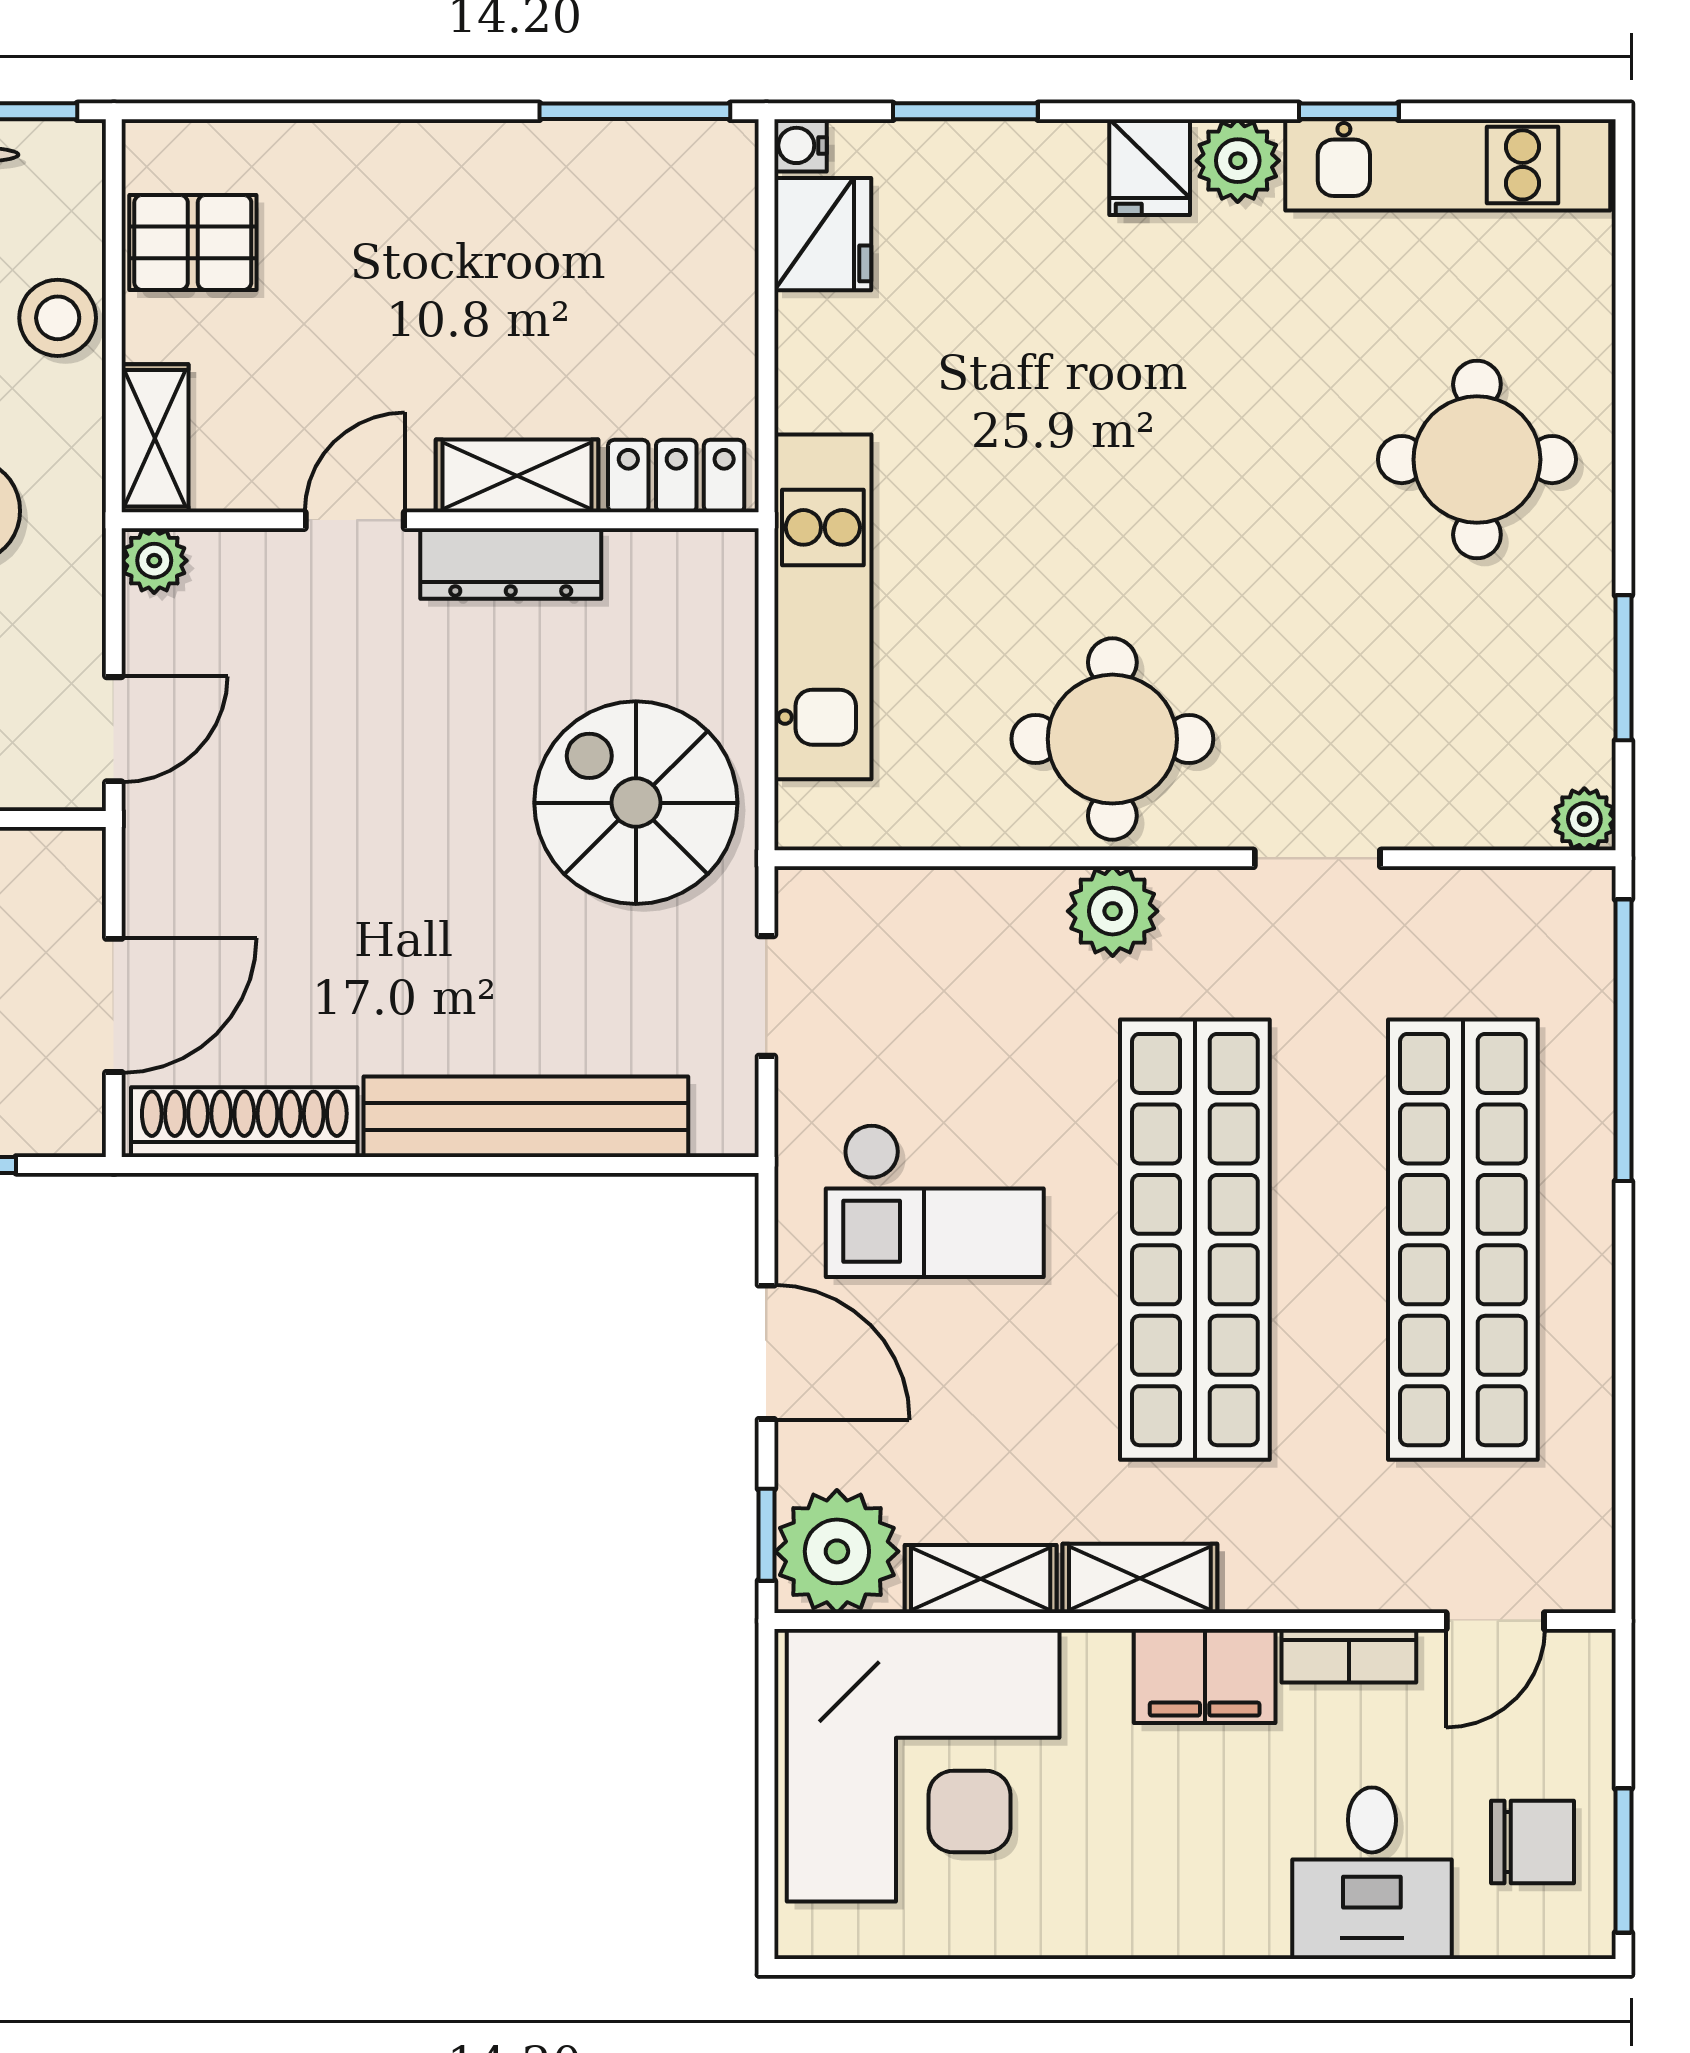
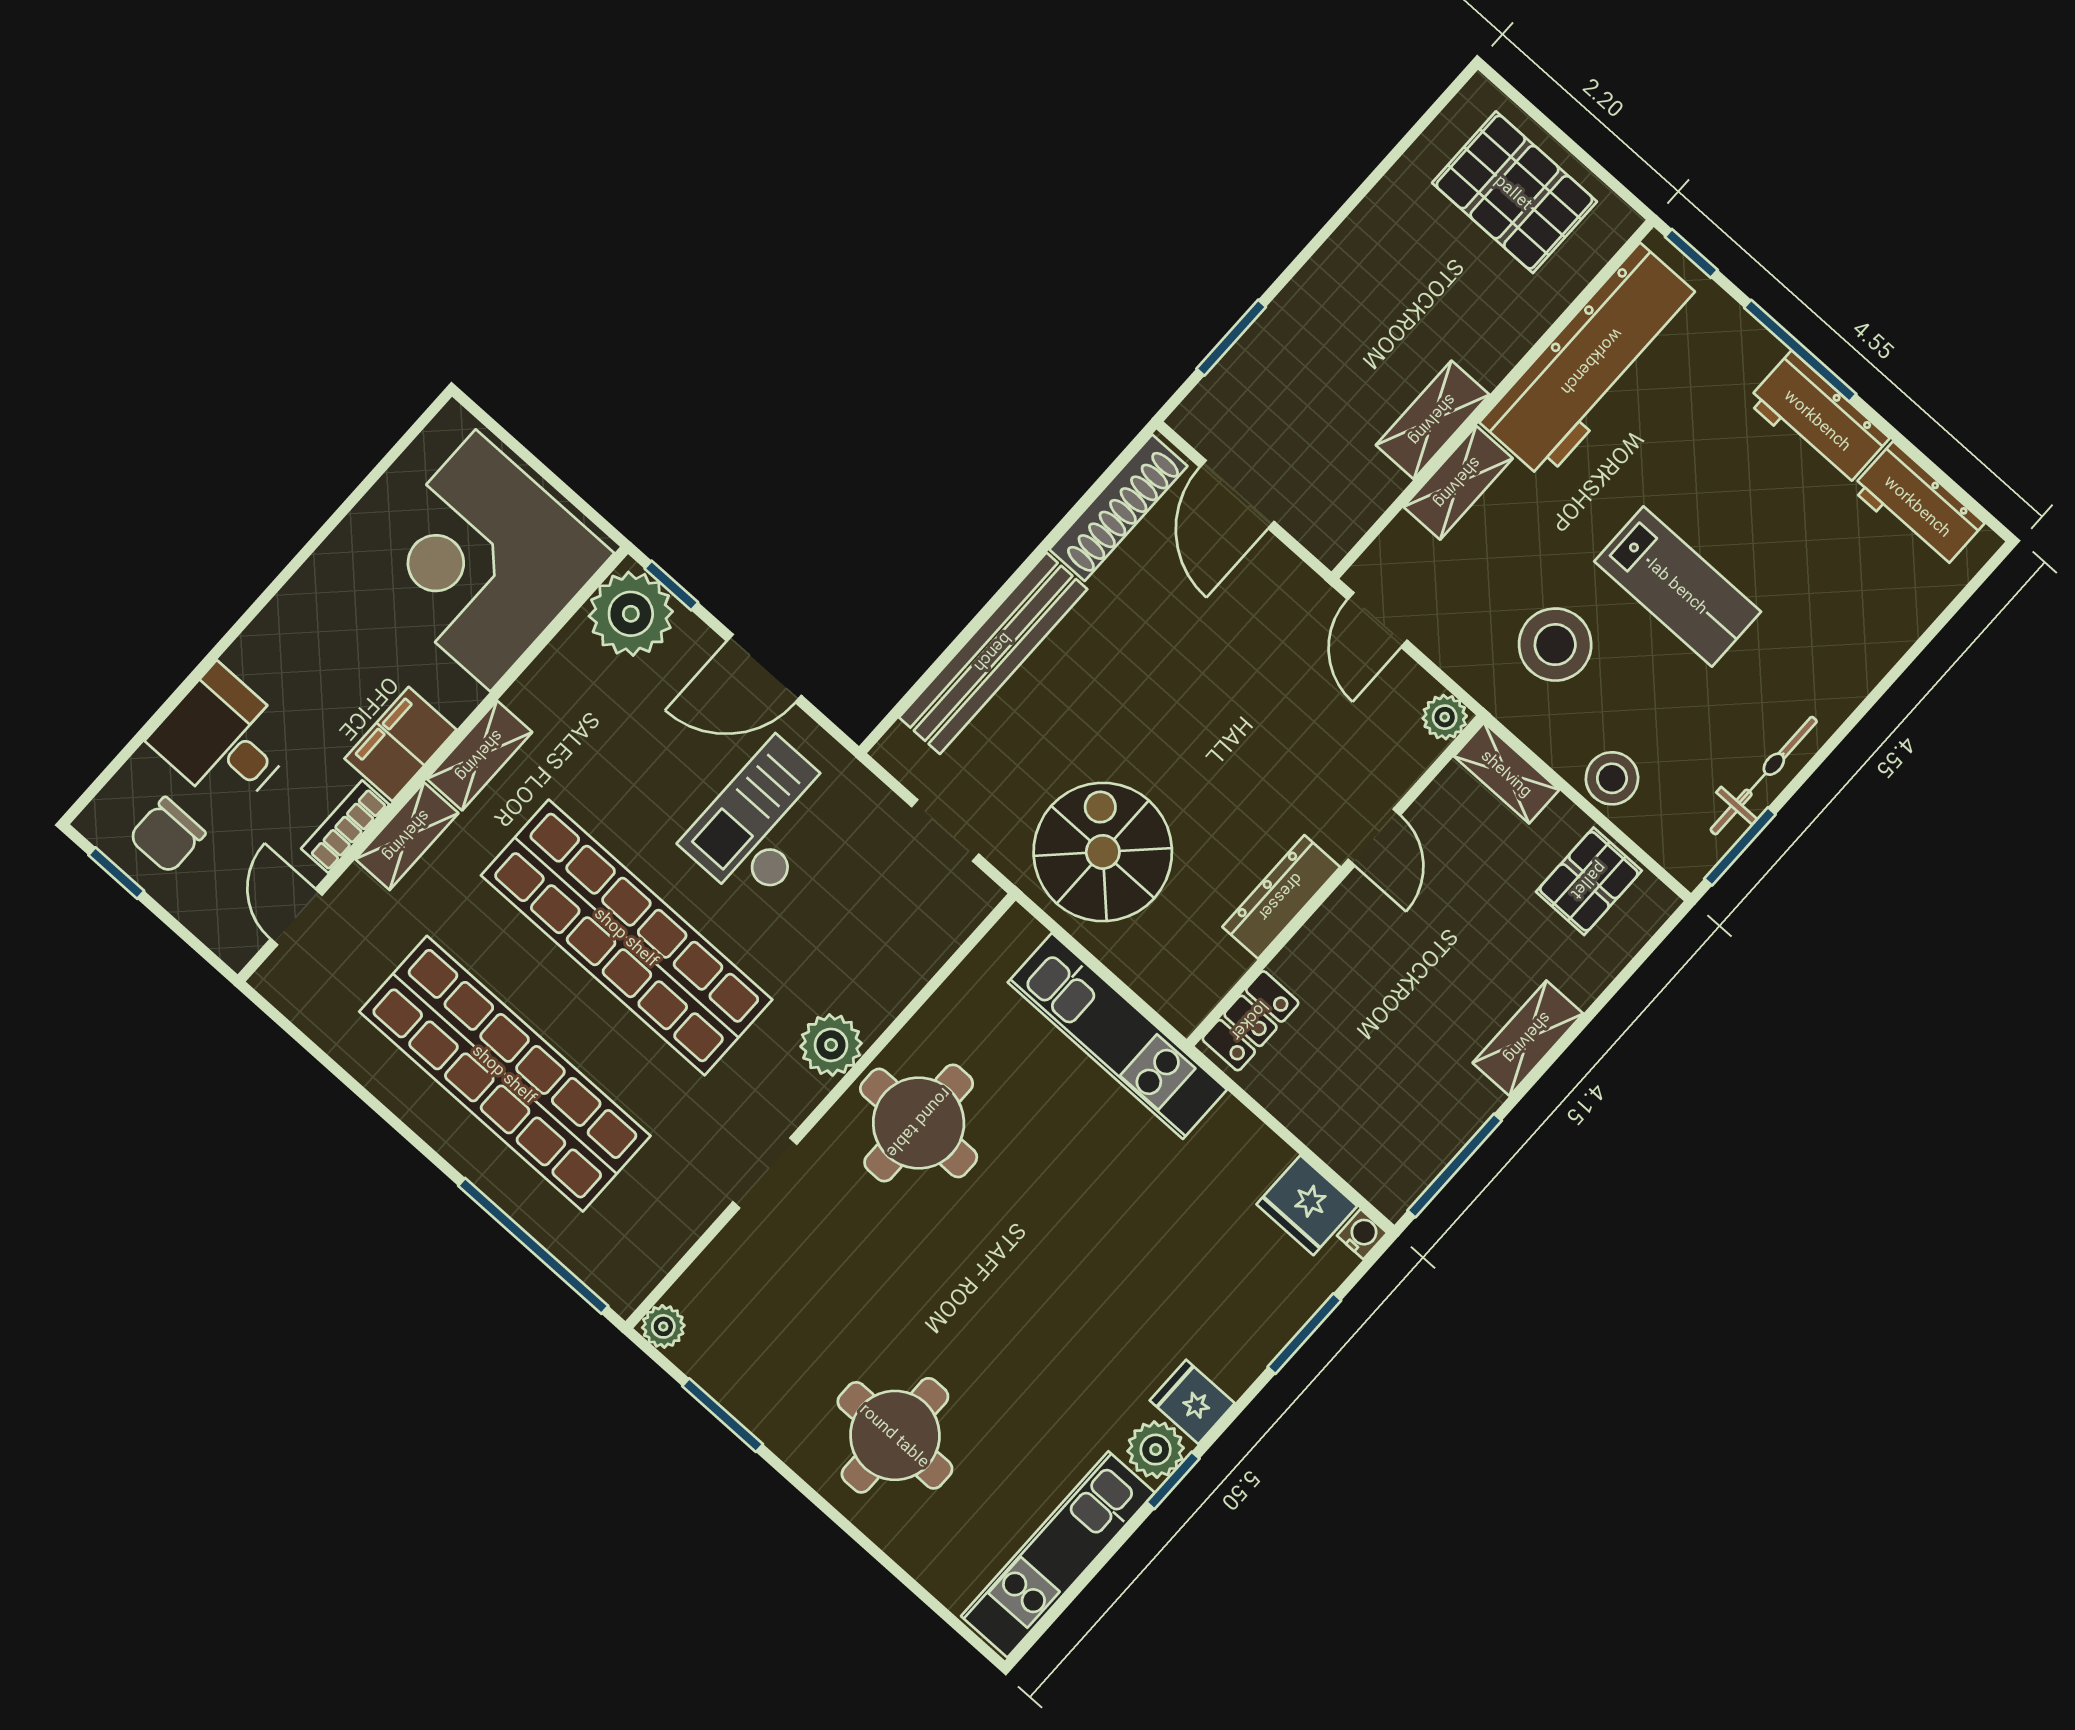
window: (1349, 111) -> (1173, 1480), moved
shelving: (517, 476) -> (1528, 1038), moved
spiral stairs: (636, 803) -> (1103, 852), turned -90
shelving: (981, 1579) -> (407, 836), moved
window: (1623, 1861) -> (116, 873), width x0.67

